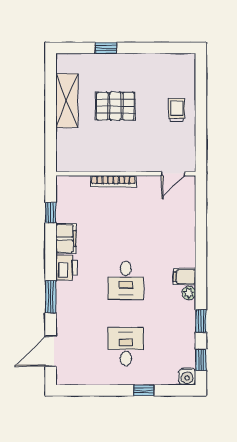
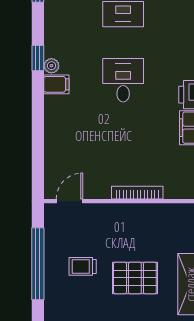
trolley: (177, 110) -> (83, 266), moved, turned 90
window: (201, 119) -> (38, 264), added
window: (201, 321) -> (38, 58), moved

